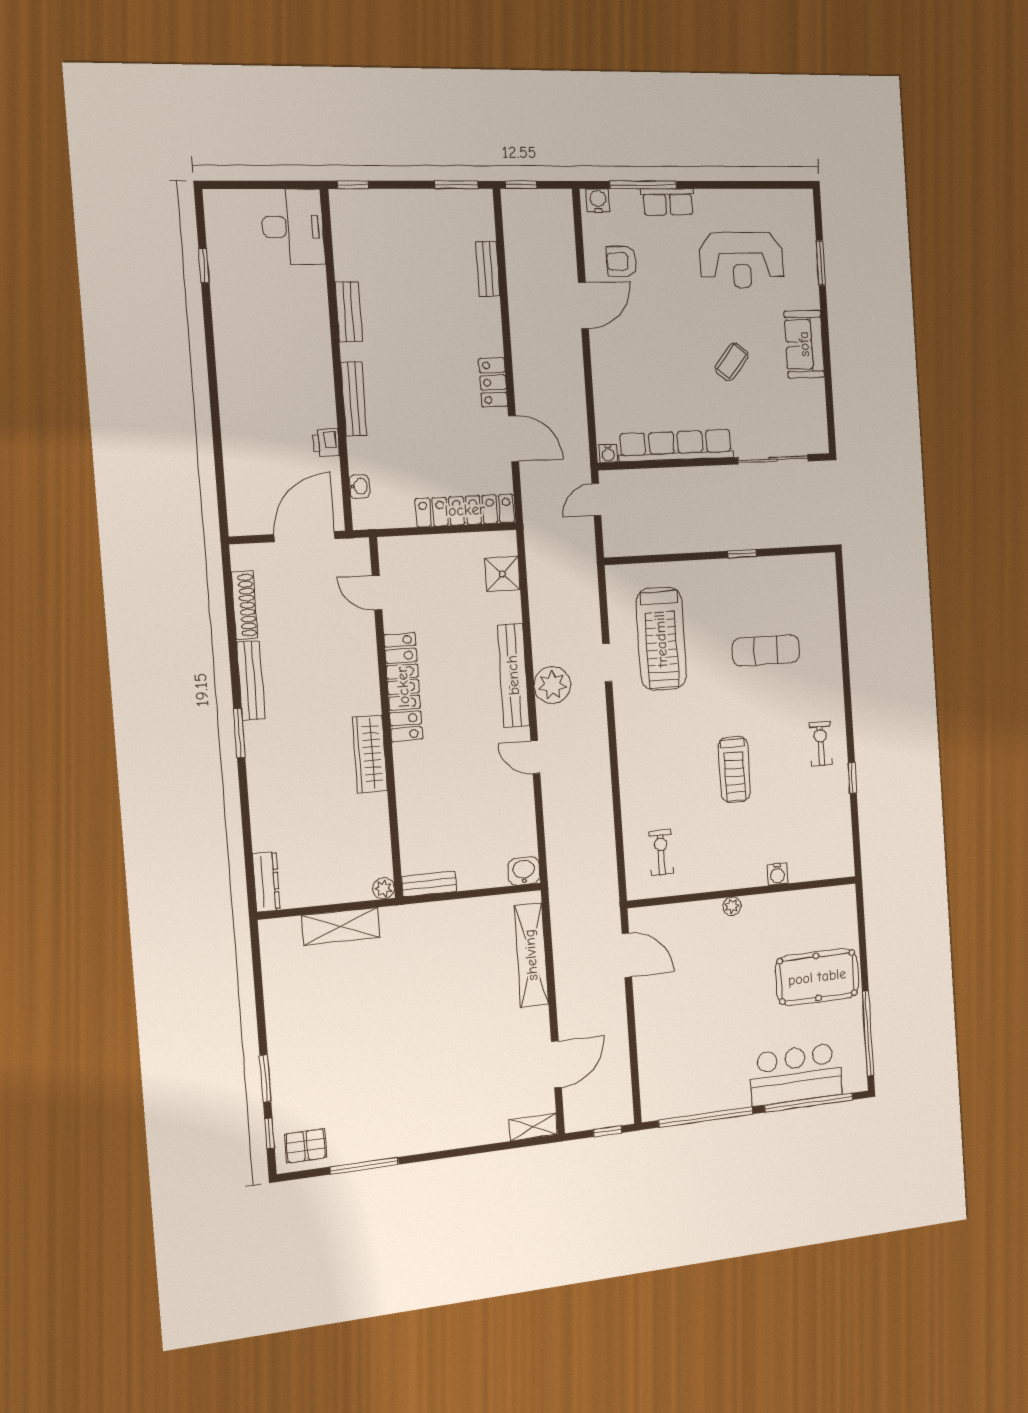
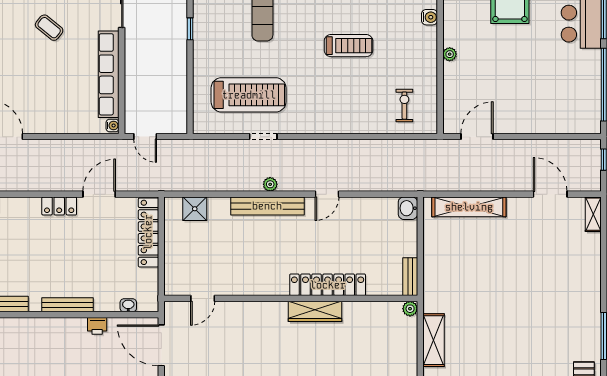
plant: (552, 685) -> (270, 184), width x0.53, depth x0.53
locker: (403, 687) -> (328, 285), moved
exercise bike: (661, 852) -> (404, 106), turned 90

